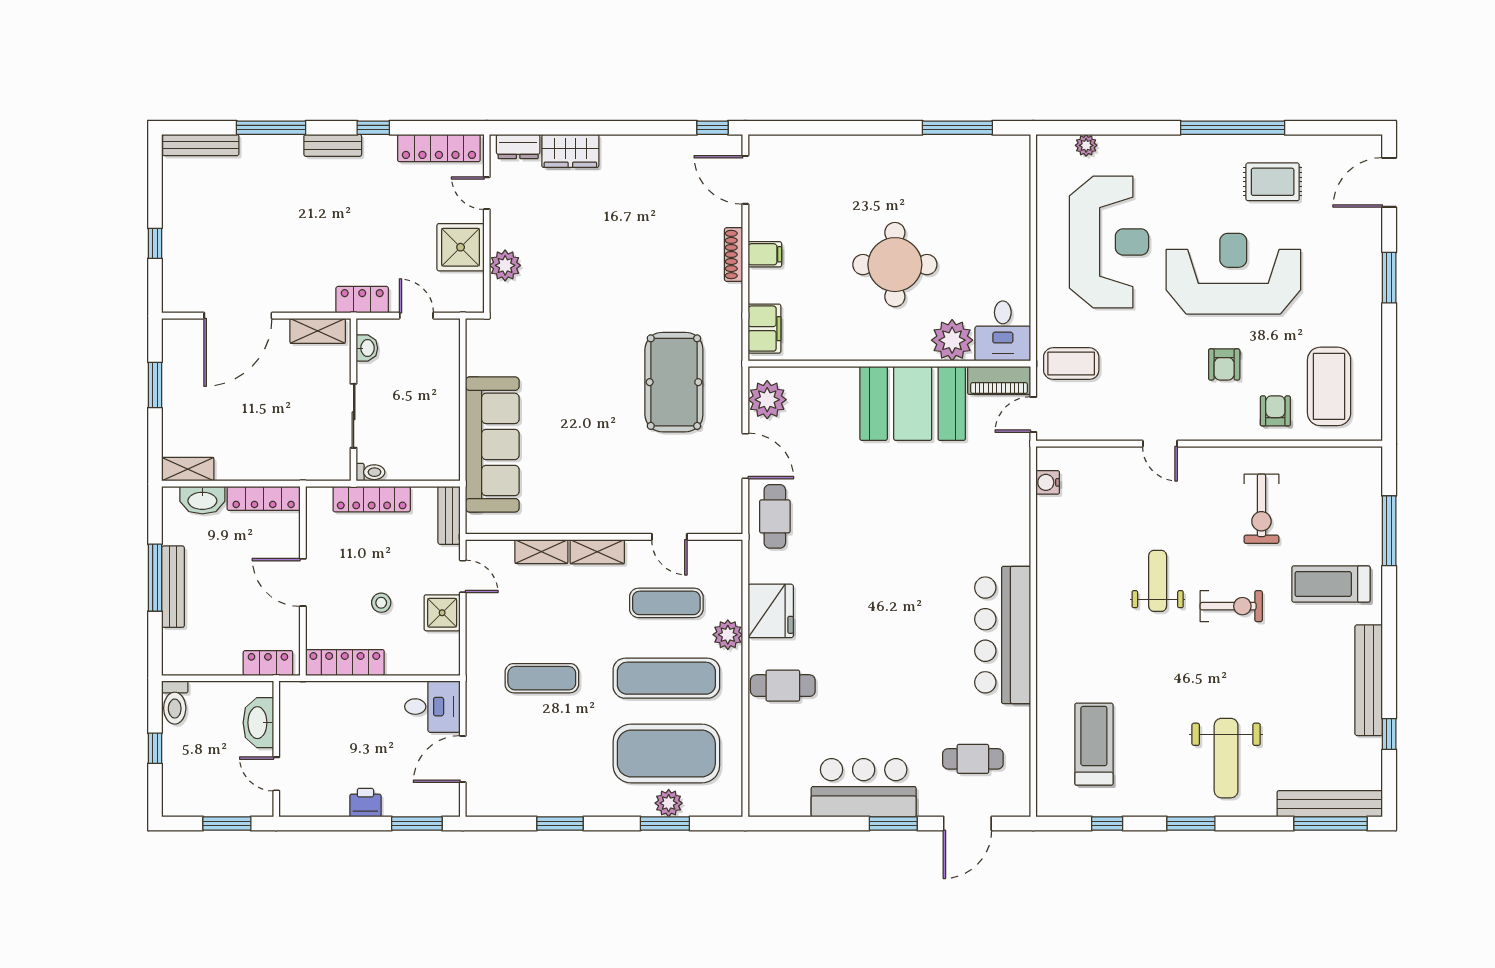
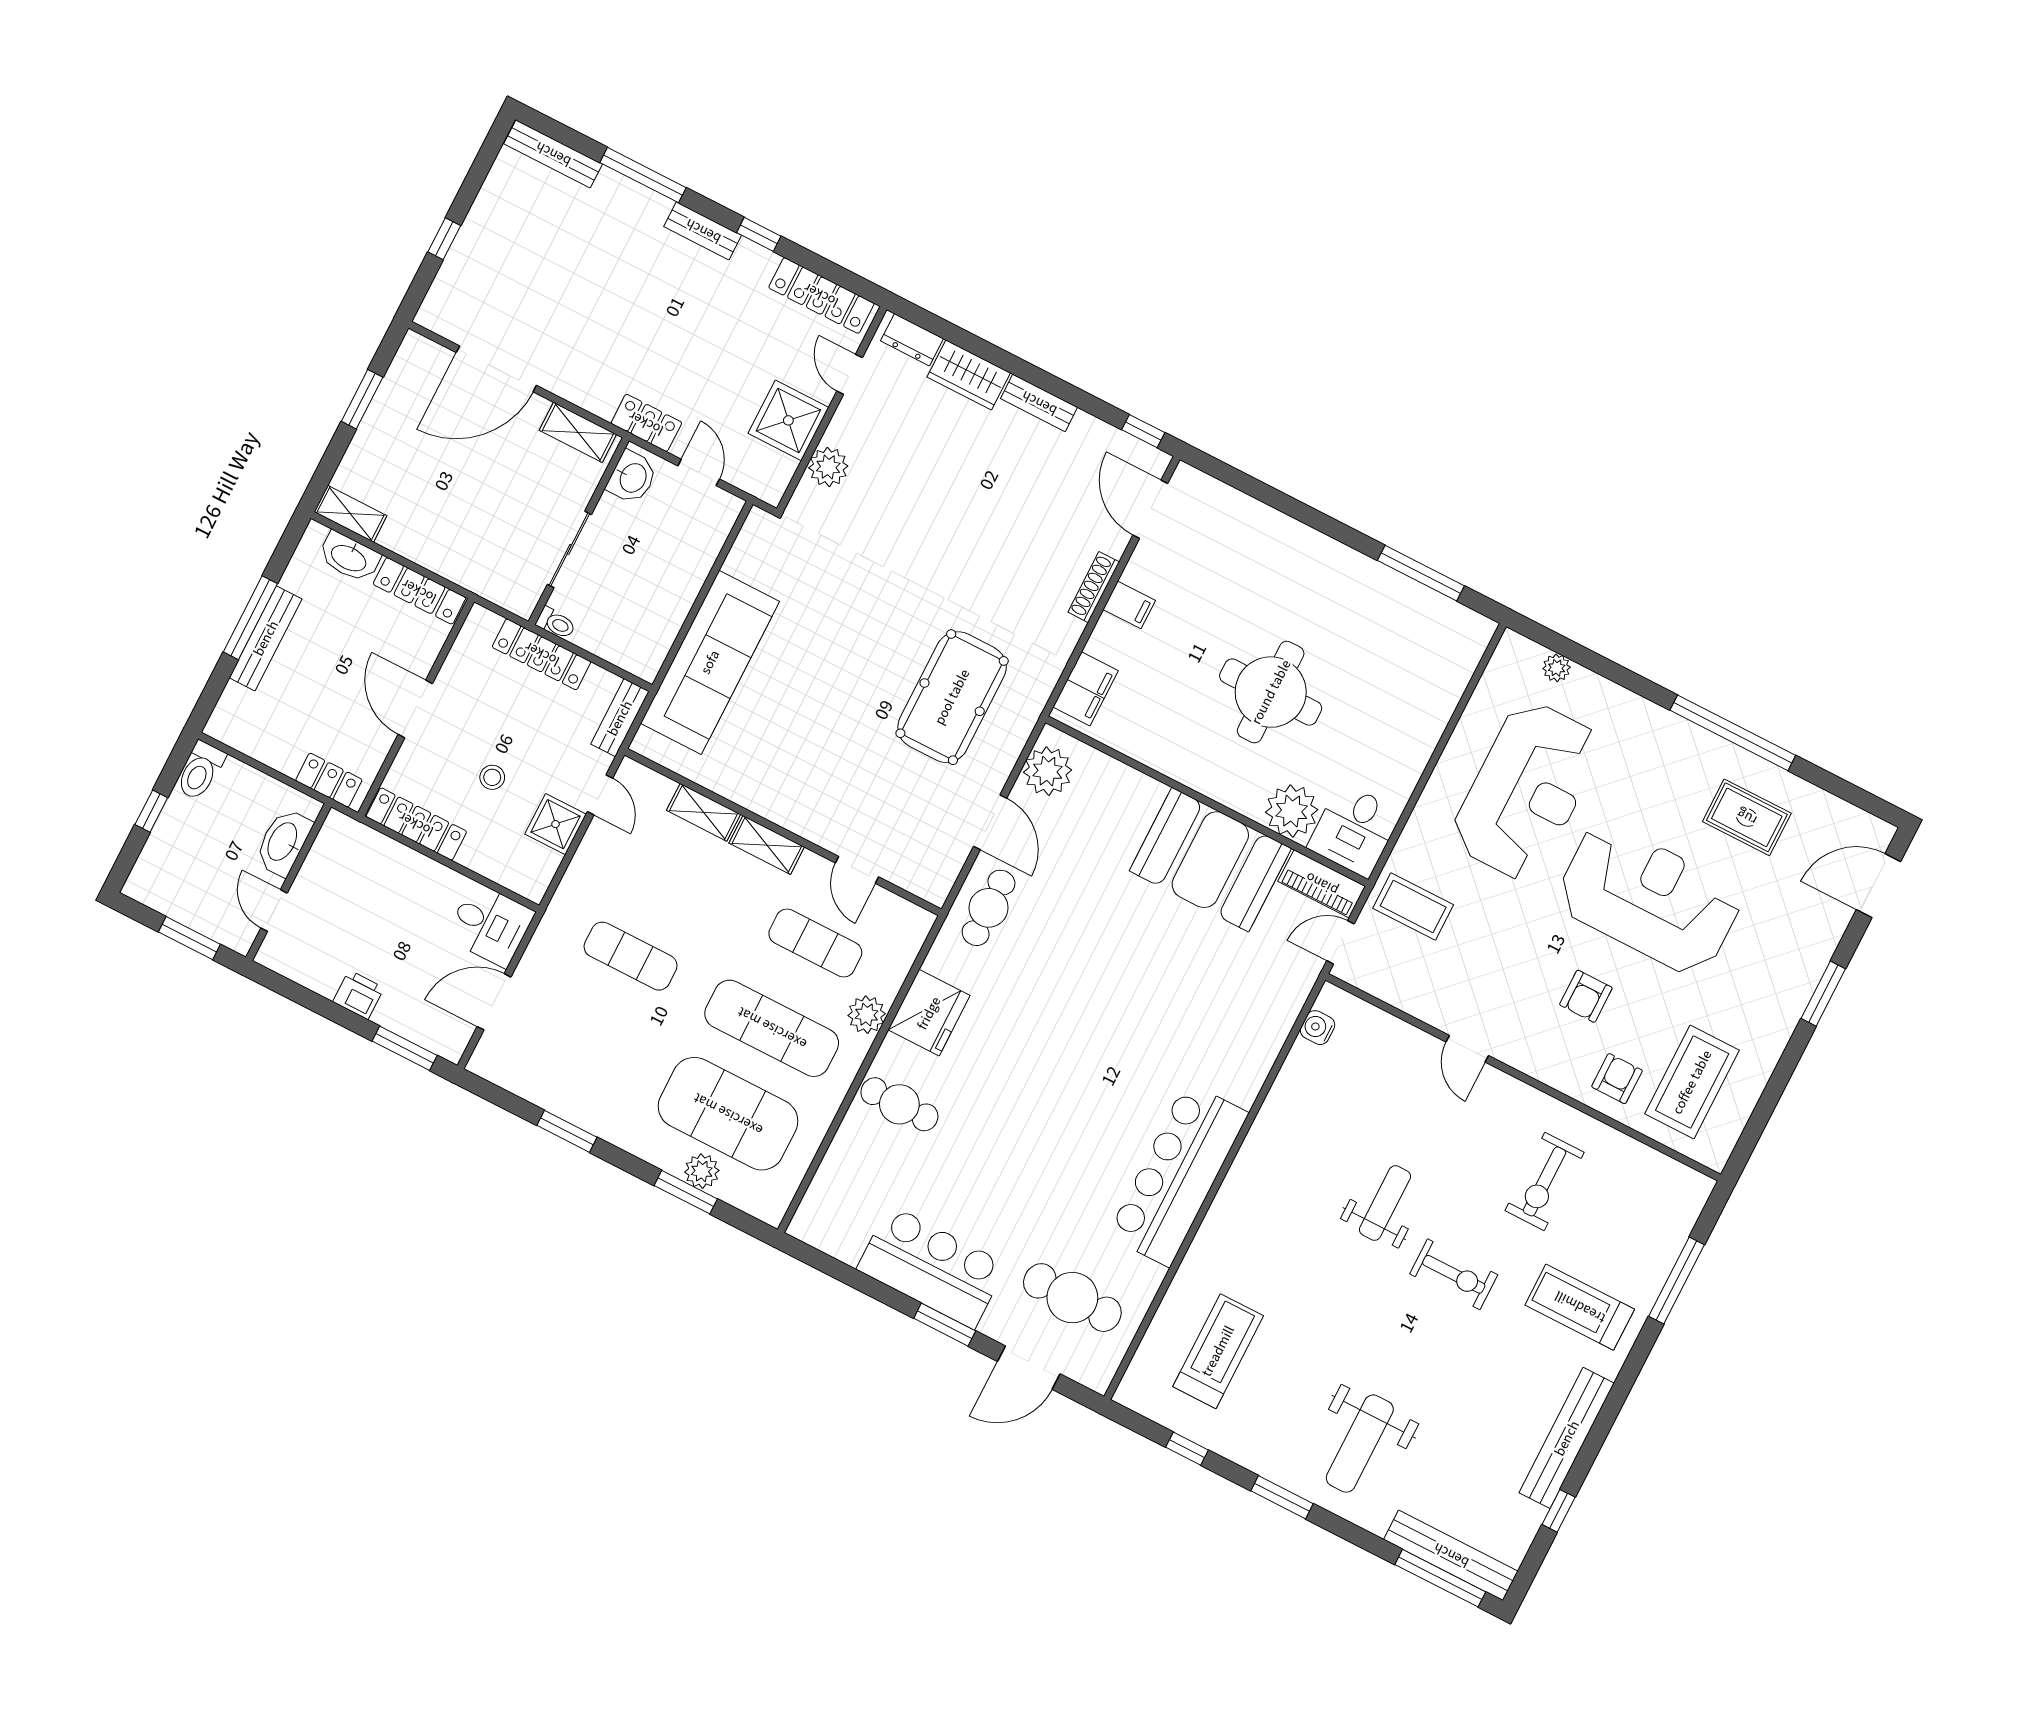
bench: (629, 145) -> (1039, 403), added
washbasin: (367, 348) -> (632, 477), width x1.38, depth x1.45
cafe table: (973, 759) -> (1072, 1298), width x1.37, depth x1.35

